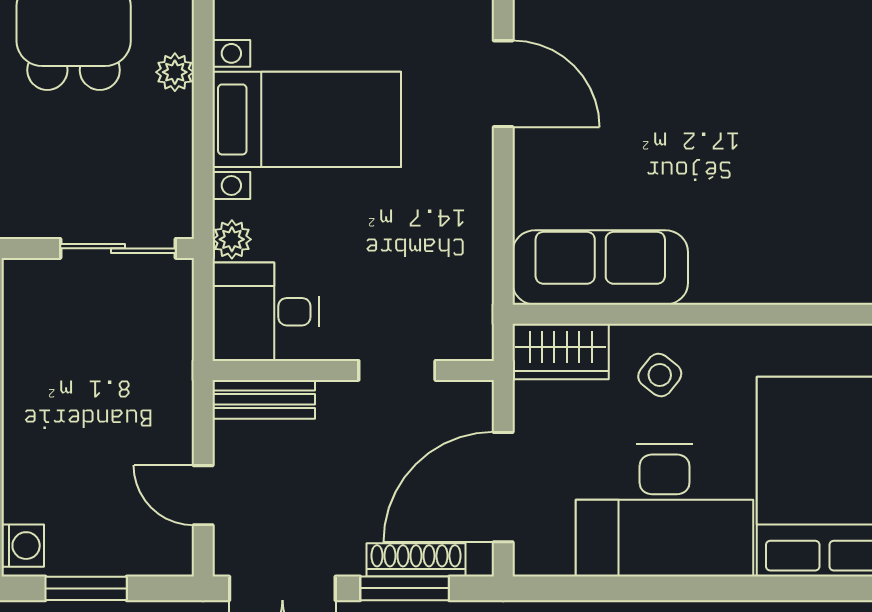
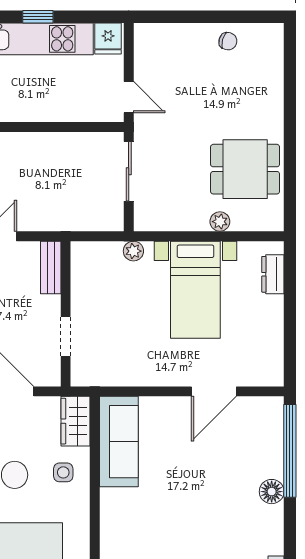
sliding door: (118, 248) -> (129, 171), moved
desk: (266, 312) -> (96, 269), removed
side table: (660, 375) -> (63, 472), turned -38

